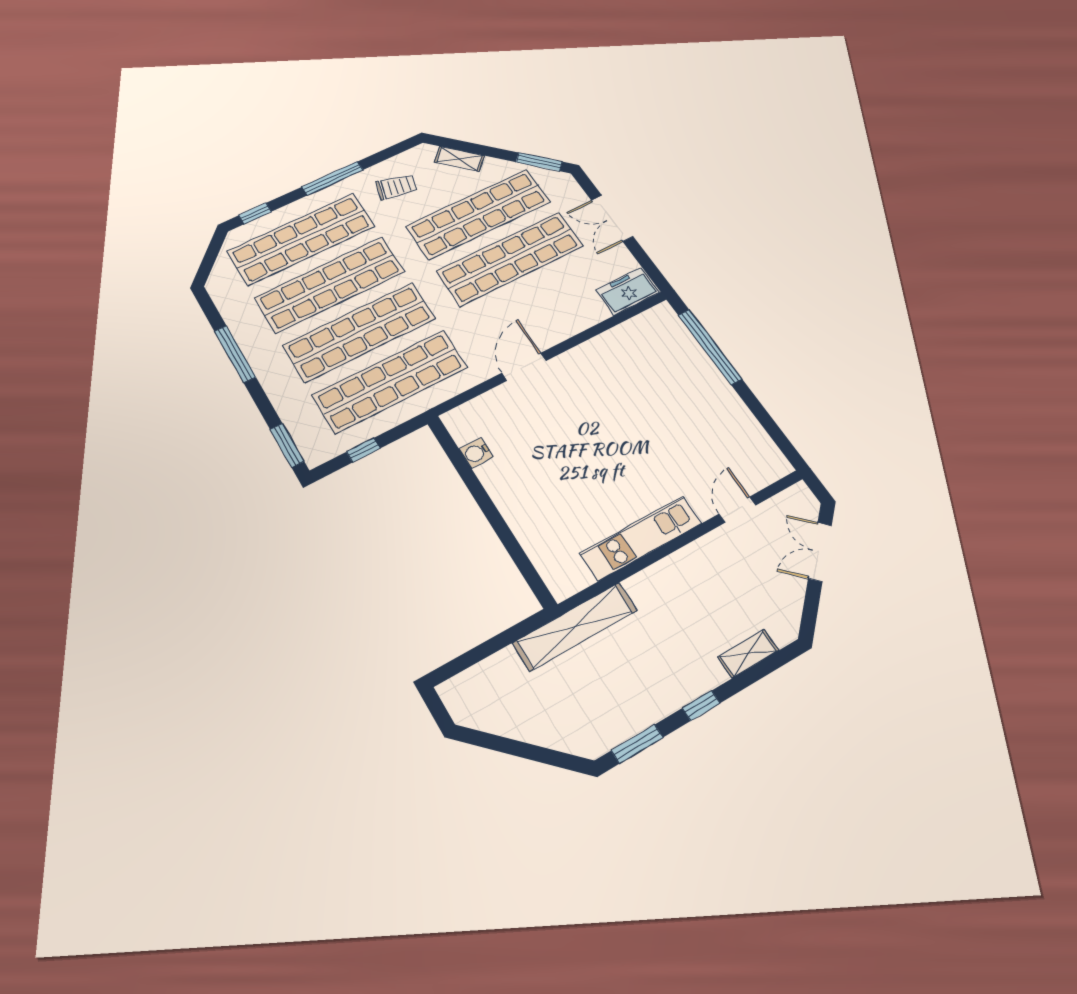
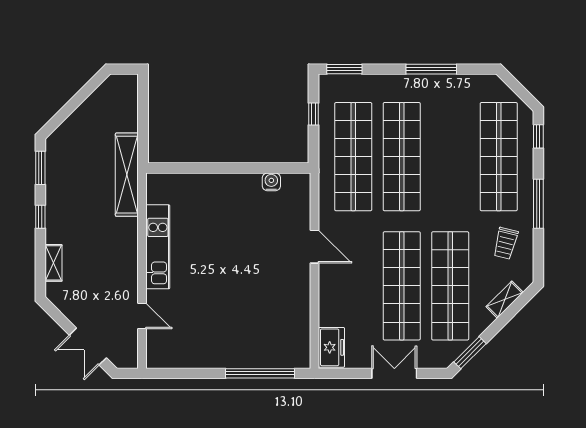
shop shelf: (330, 285) -> (450, 157), removed
double door: (820, 552) -> (88, 346), swing flipped

